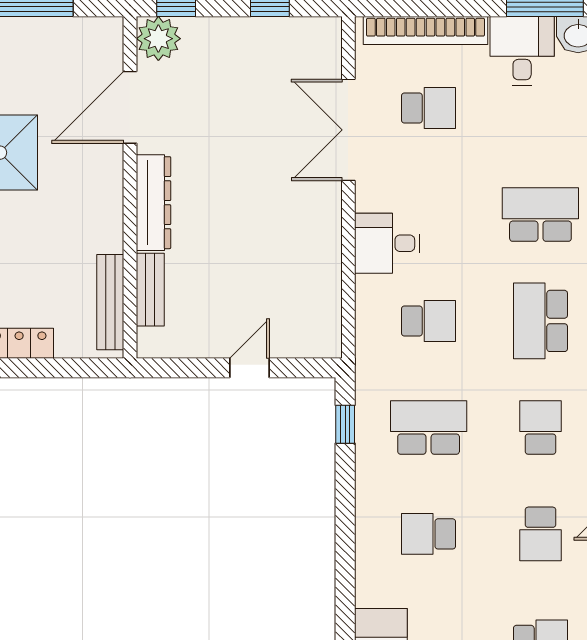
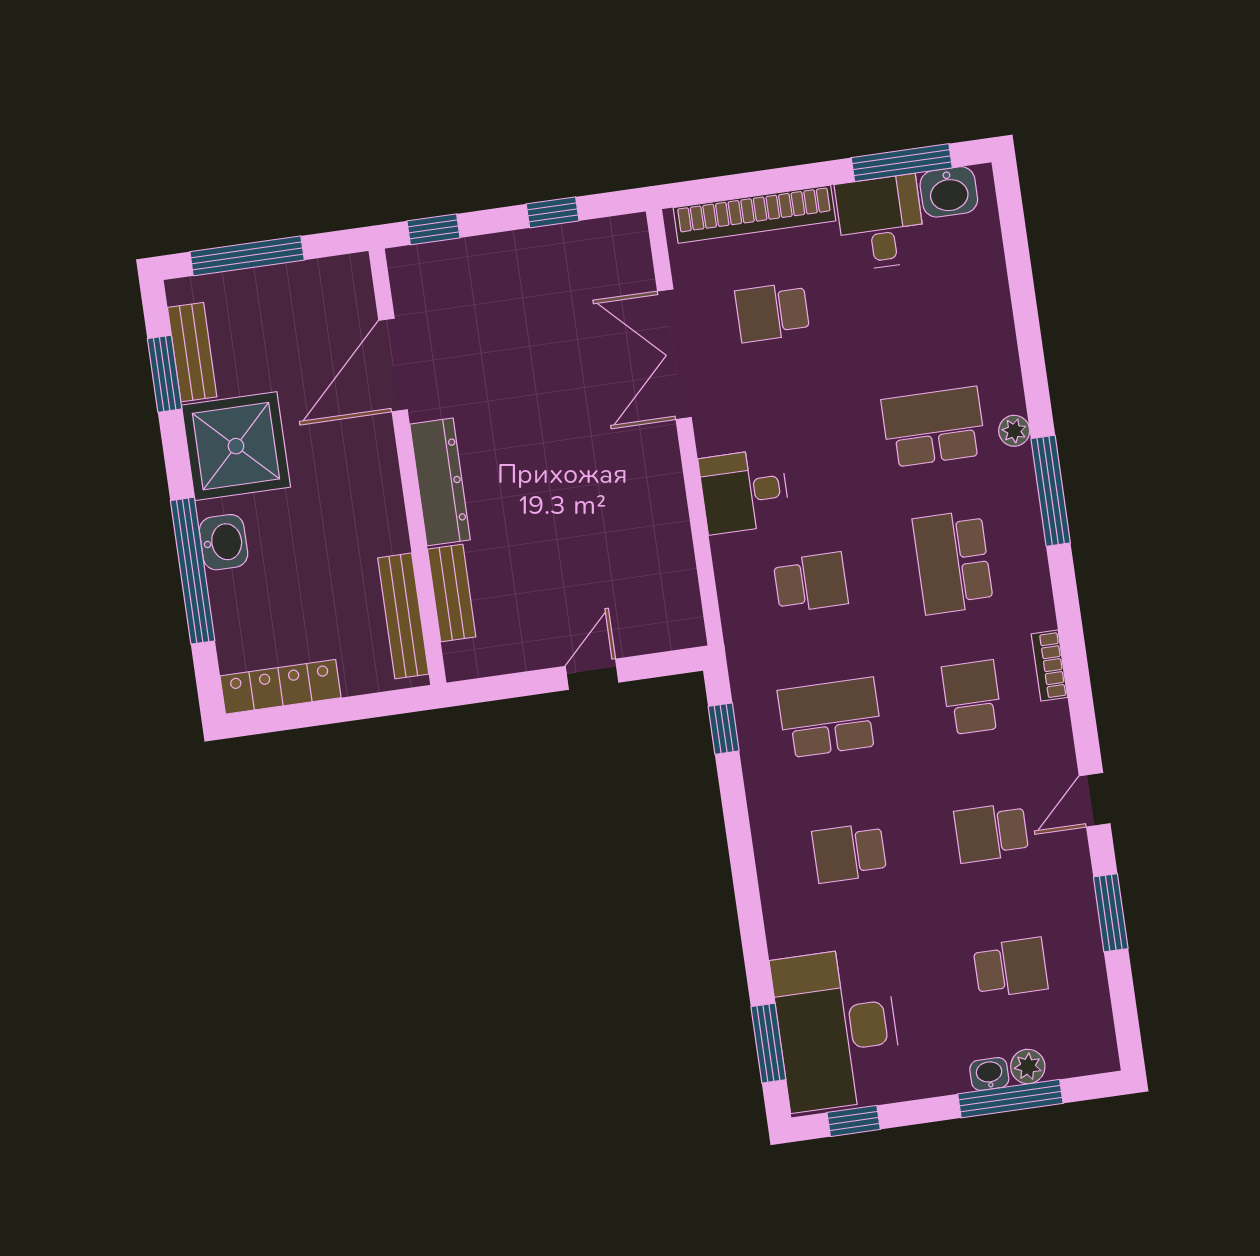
plant: (158, 39) -> (417, 273), removed
school desk: (429, 108) -> (772, 312), turned 180
school desk: (540, 534) -> (991, 833), turned 90

